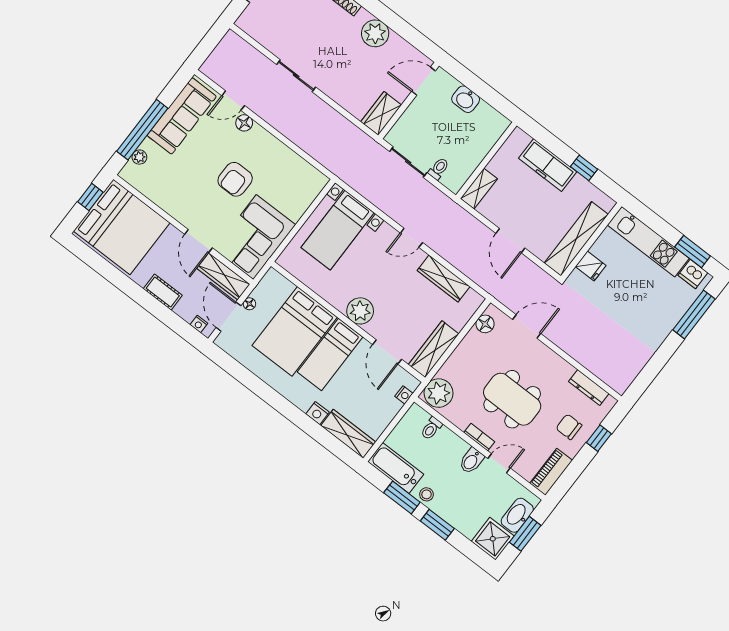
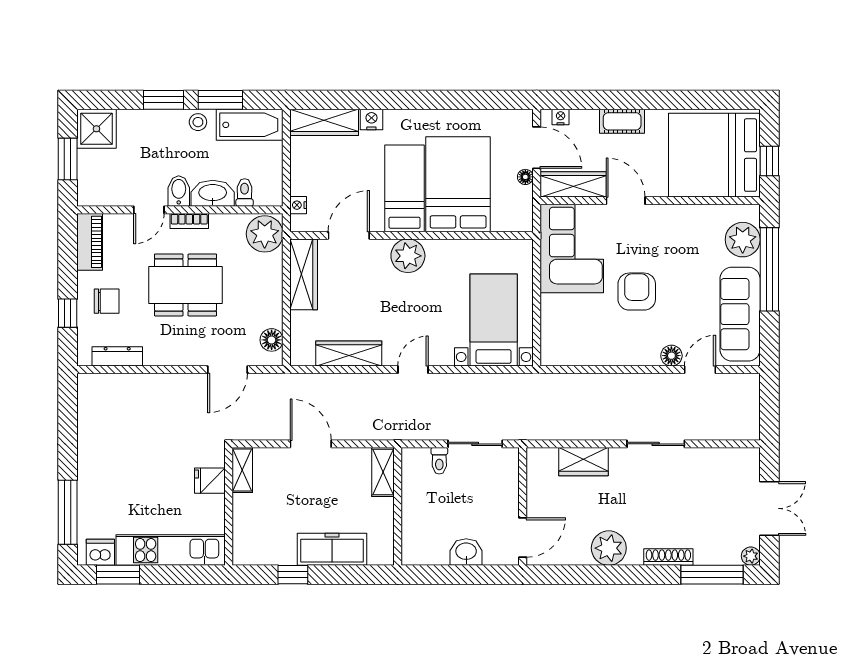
wardrobe: (381, 113) -> (584, 462), moved, turned 90
plant: (139, 157) -> (743, 240), width x1.87, depth x1.87
shelving: (576, 239) -> (242, 470), width x0.45, depth x0.75
door: (387, 352) -> (349, 235), hinge flipped
washbasin: (517, 515) -> (213, 193), moved, turned -90

